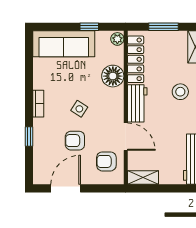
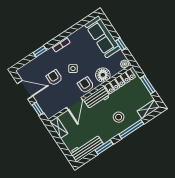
armchair: (106, 161) -> (86, 85), moved
window: (101, 188) -> (38, 109), added

